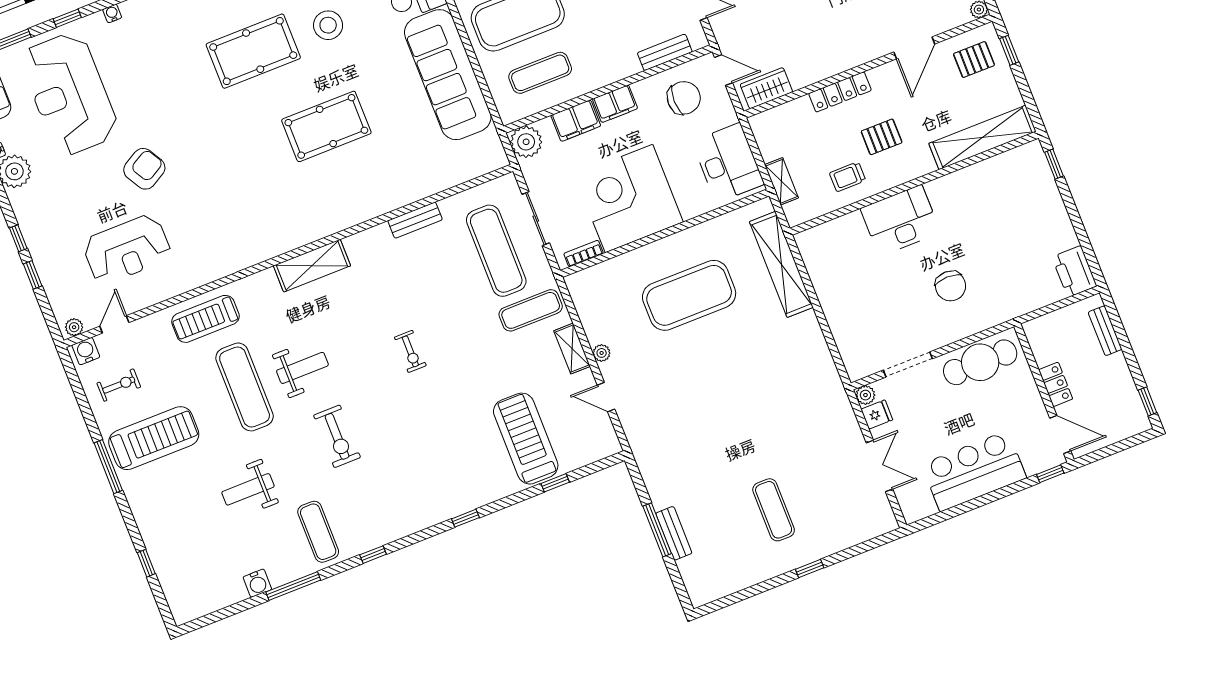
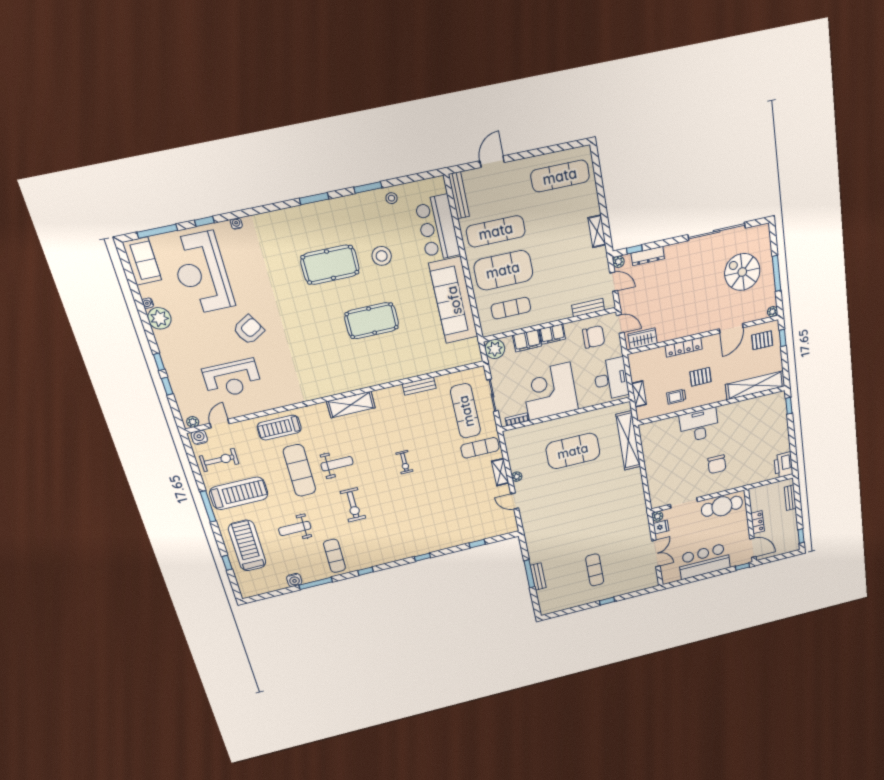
exercise bike: (119, 385) -> (219, 460), width x1.38, depth x1.39
treadmill: (526, 439) -> (247, 546), moved

